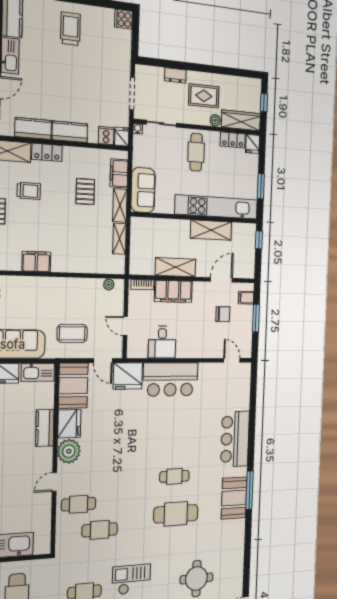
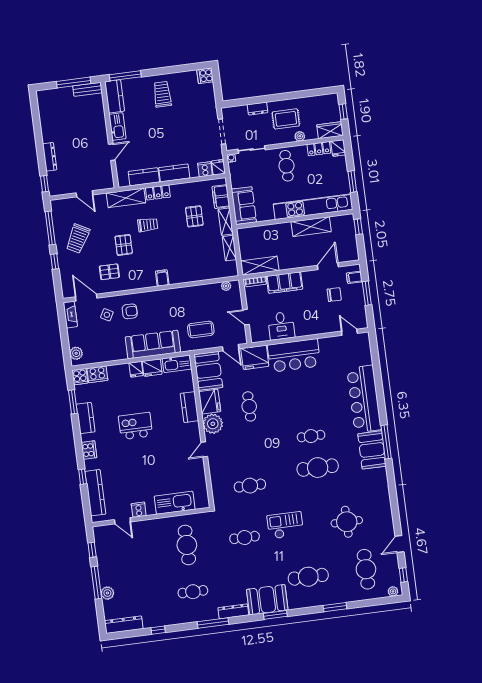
wardrobe: (241, 120) -> (330, 130), width x0.67
filing cabinet: (36, 262) -> (162, 278), width x0.50
shelving: (175, 267) -> (260, 266), moved
bar counter: (235, 439) -> (364, 399), width x1.36
cafe table: (79, 504) -> (249, 406), moved, turned 90

